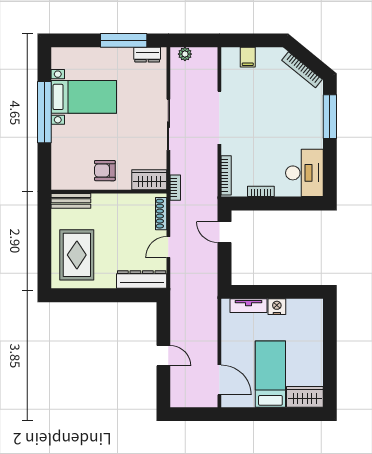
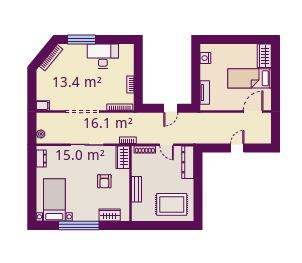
window: (124, 40) -> (32, 174), removed
filing cabinet: (248, 57) -> (43, 106), moved
bed with nightstands: (84, 97) -> (54, 200), moved
wardrobe: (61, 160) -> (110, 215), added
armchair: (105, 171) -> (104, 181), moved
desk: (304, 173) -> (103, 56), moved
bench: (71, 201) -> (136, 189), moved
door: (224, 232) -> (171, 108), moved
nightstand: (277, 307) -> (205, 58), moved

